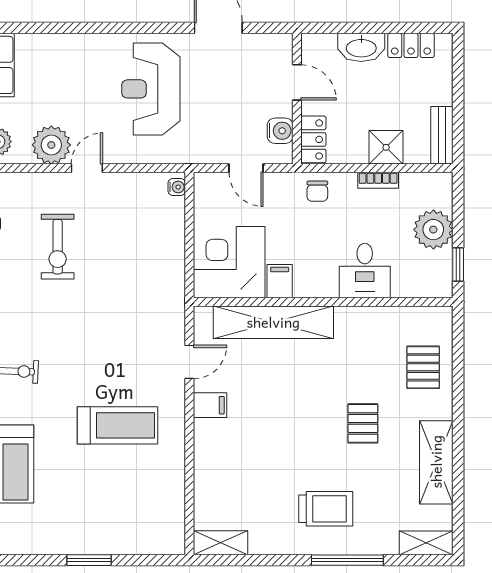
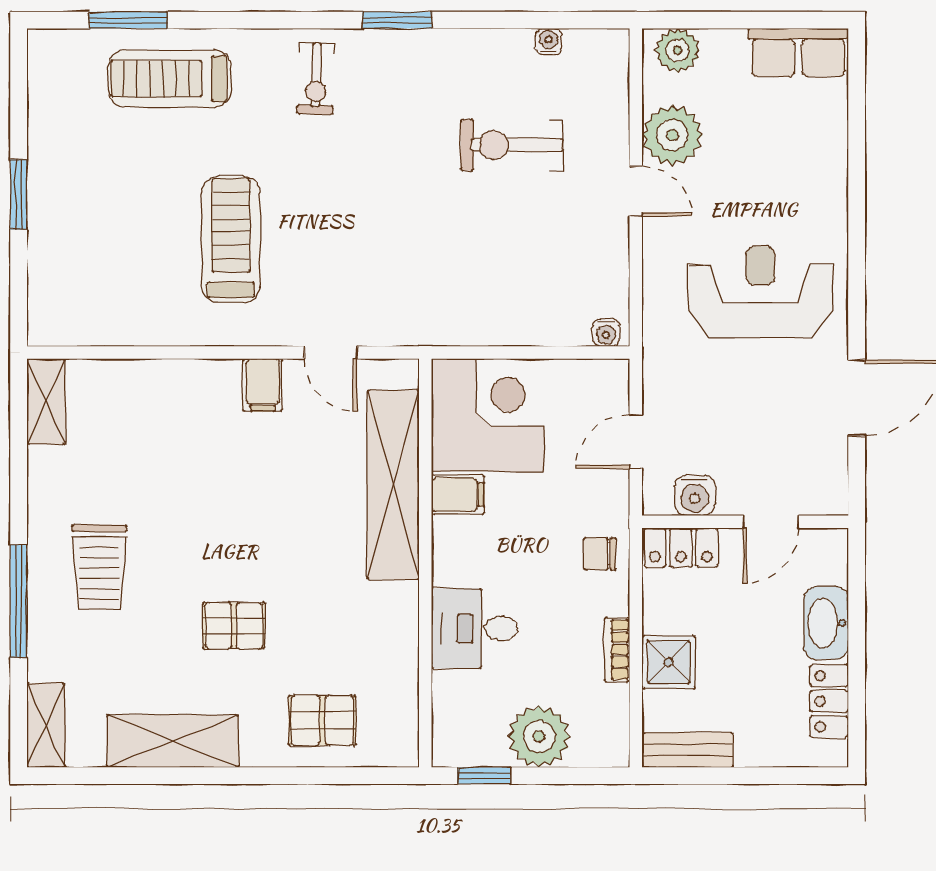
treadmill: (118, 425) -> (231, 239), turned 180

